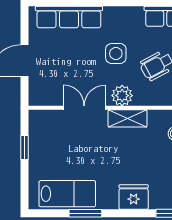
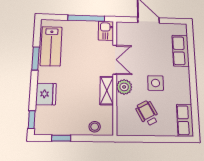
row of seats: (69, 17) -> (181, 51), width x0.68
kitchen sink: (43, 120) -> (106, 31), added
window: (25, 147) -> (86, 18), width x2.17

